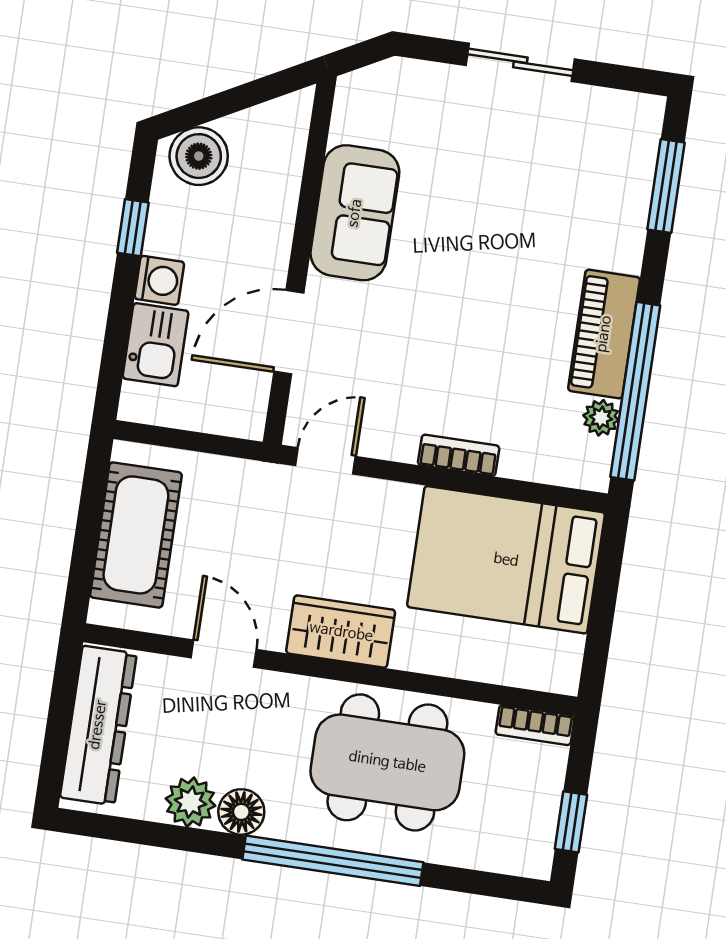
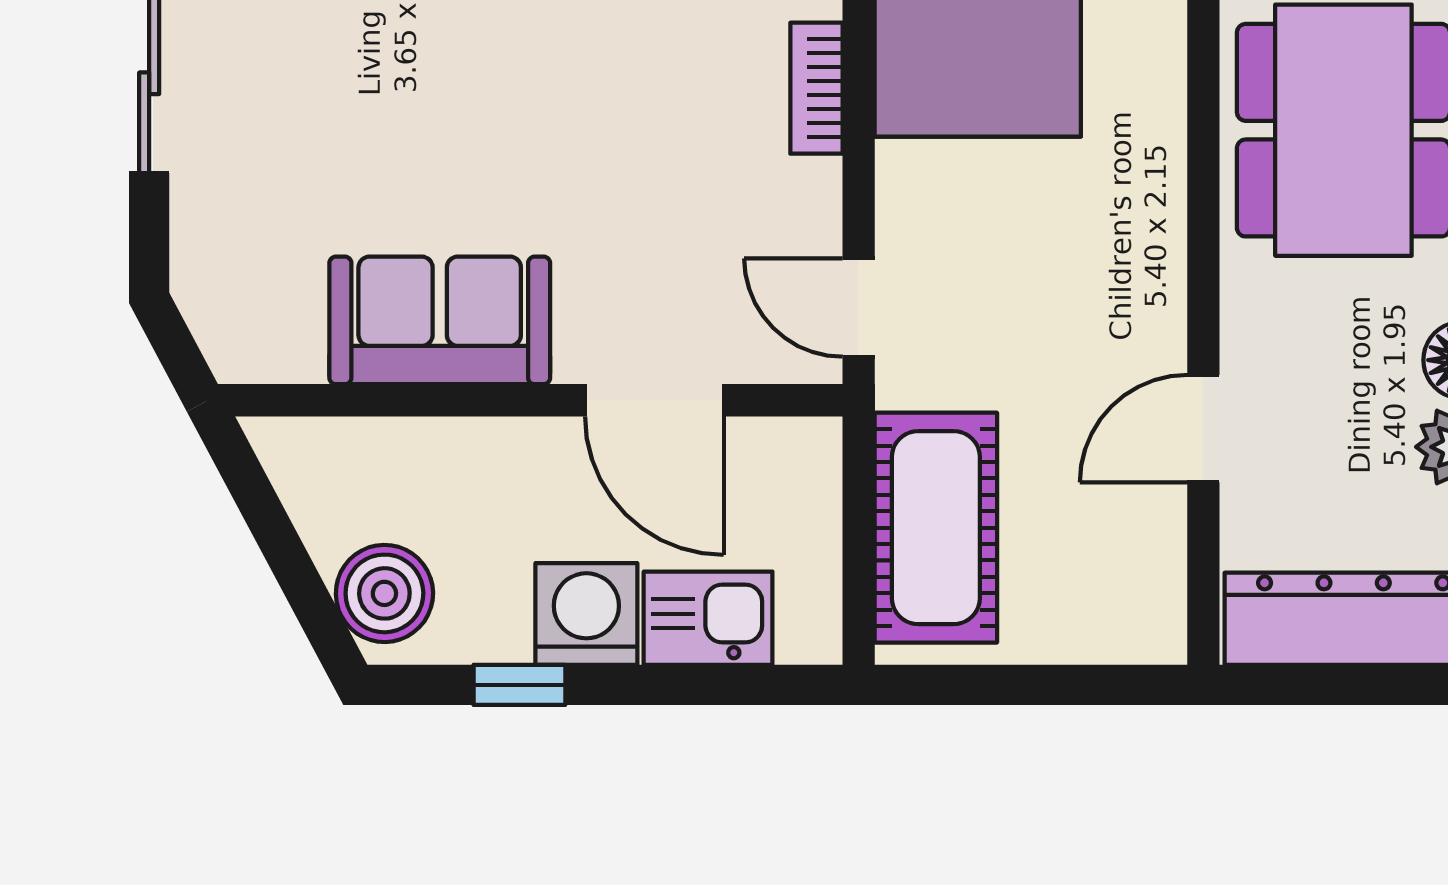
washing machine: (159, 280) -> (586, 614), width x1.38, depth x1.38
cot: (136, 535) -> (936, 528), moved, turned 90
wardrobe: (341, 632) -> (1138, 240), removed

